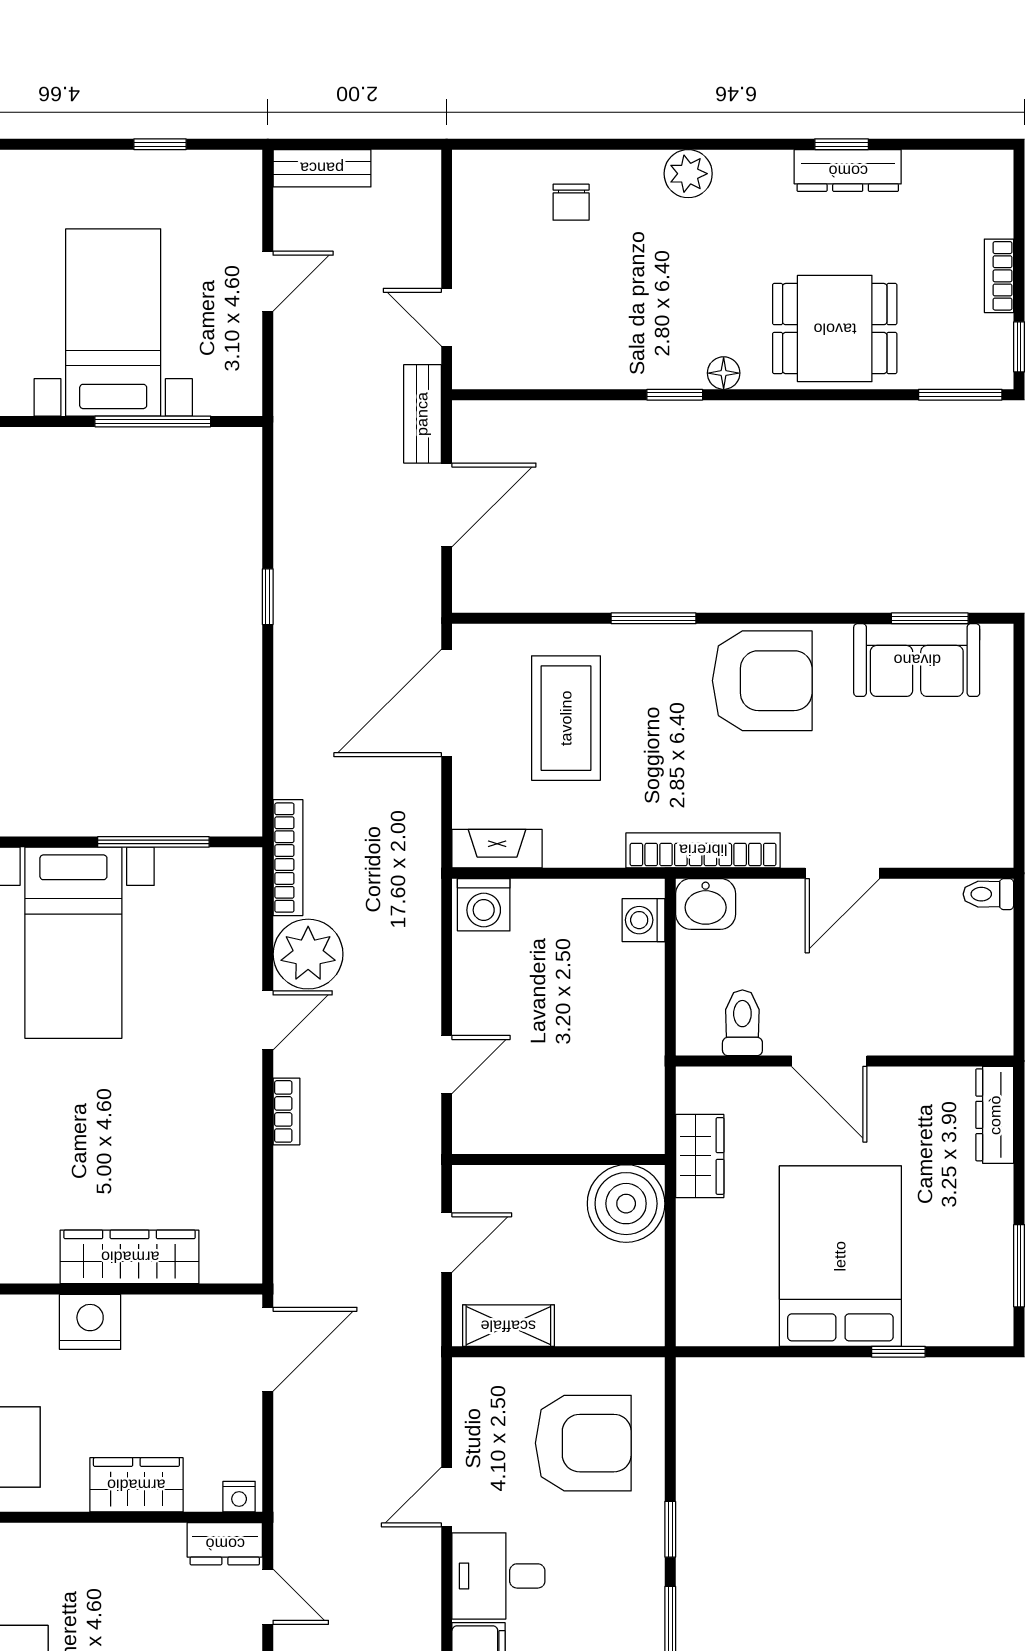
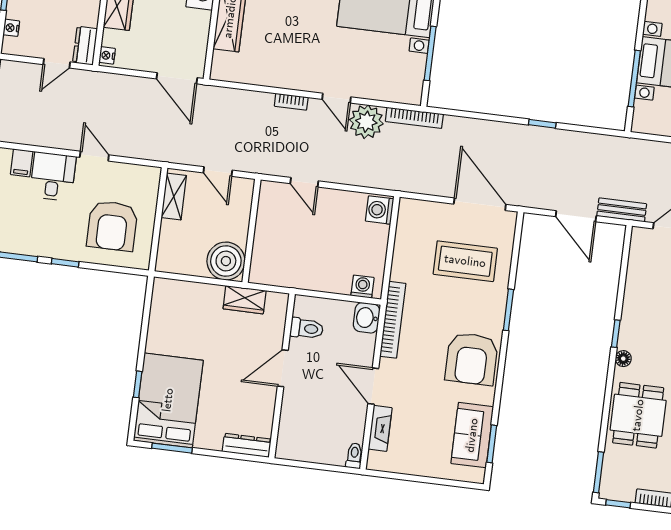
fireplace: (497, 849) -> (380, 428), moved
bed: (840, 1256) -> (168, 400), moved, turned -90

